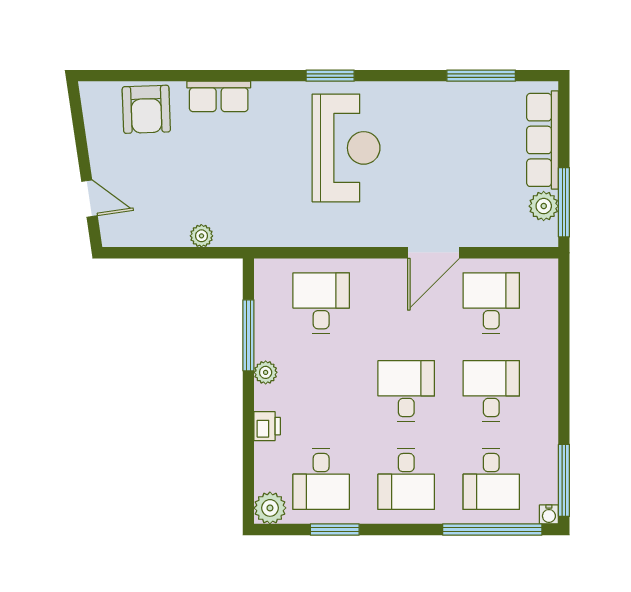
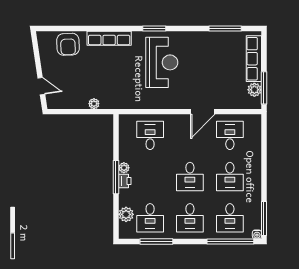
row of seats: (219, 96) -> (109, 38), width x1.48
window: (248, 335) -> (116, 177), moved
desk: (406, 391) -> (190, 177), turned 180
desk: (491, 391) -> (230, 177), turned 180
printer: (267, 426) -> (125, 181), moved
plant: (270, 508) -> (126, 214), moved
window: (335, 530) -> (156, 241), width x1.44

